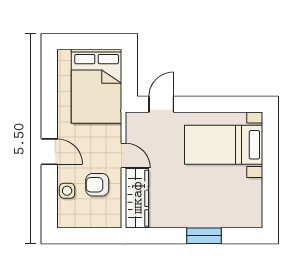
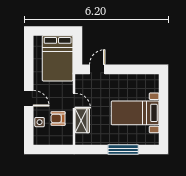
bed with nightstands: (224, 145) -> (135, 113), moved
wardrobe: (137, 198) -> (82, 121), width x0.67
window: (204, 236) -> (123, 150), width x1.44

